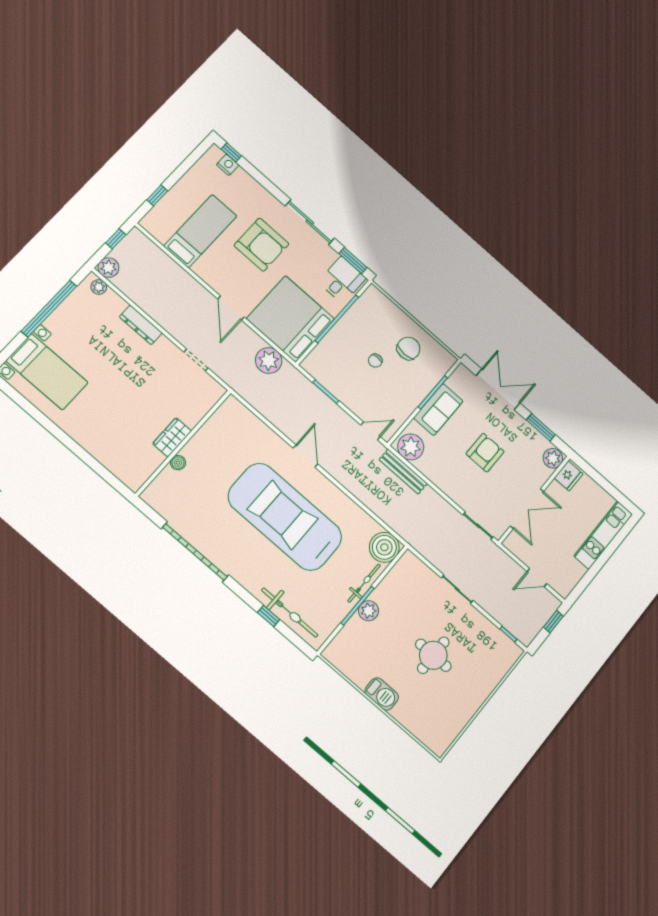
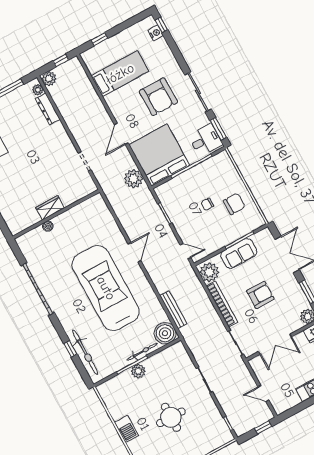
dresser: (141, 325) -> (48, 109), moved
bench: (403, 472) -> (173, 310), moved
bookcase: (442, 482) -> (222, 304), added

